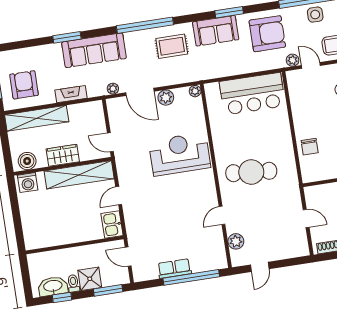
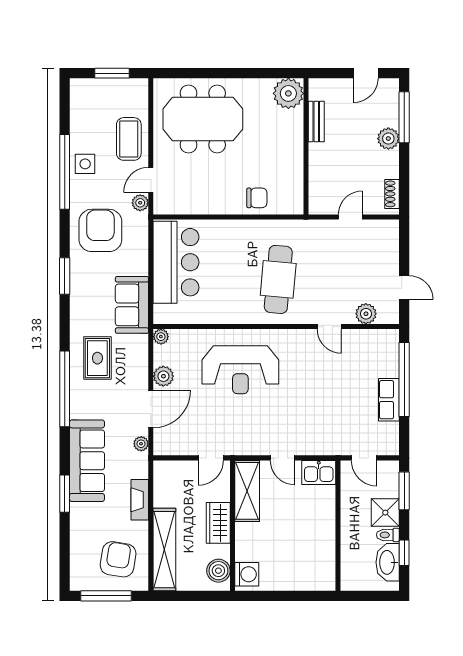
sofa: (216, 31) -> (132, 305), moved, turned 180
armchair: (24, 85) -> (118, 559), turned 99
reception desk: (180, 154) -> (240, 370), turned -90
shelving: (79, 175) -> (247, 491), width x0.68
door: (128, 257) -> (364, 458), hinge flipped

